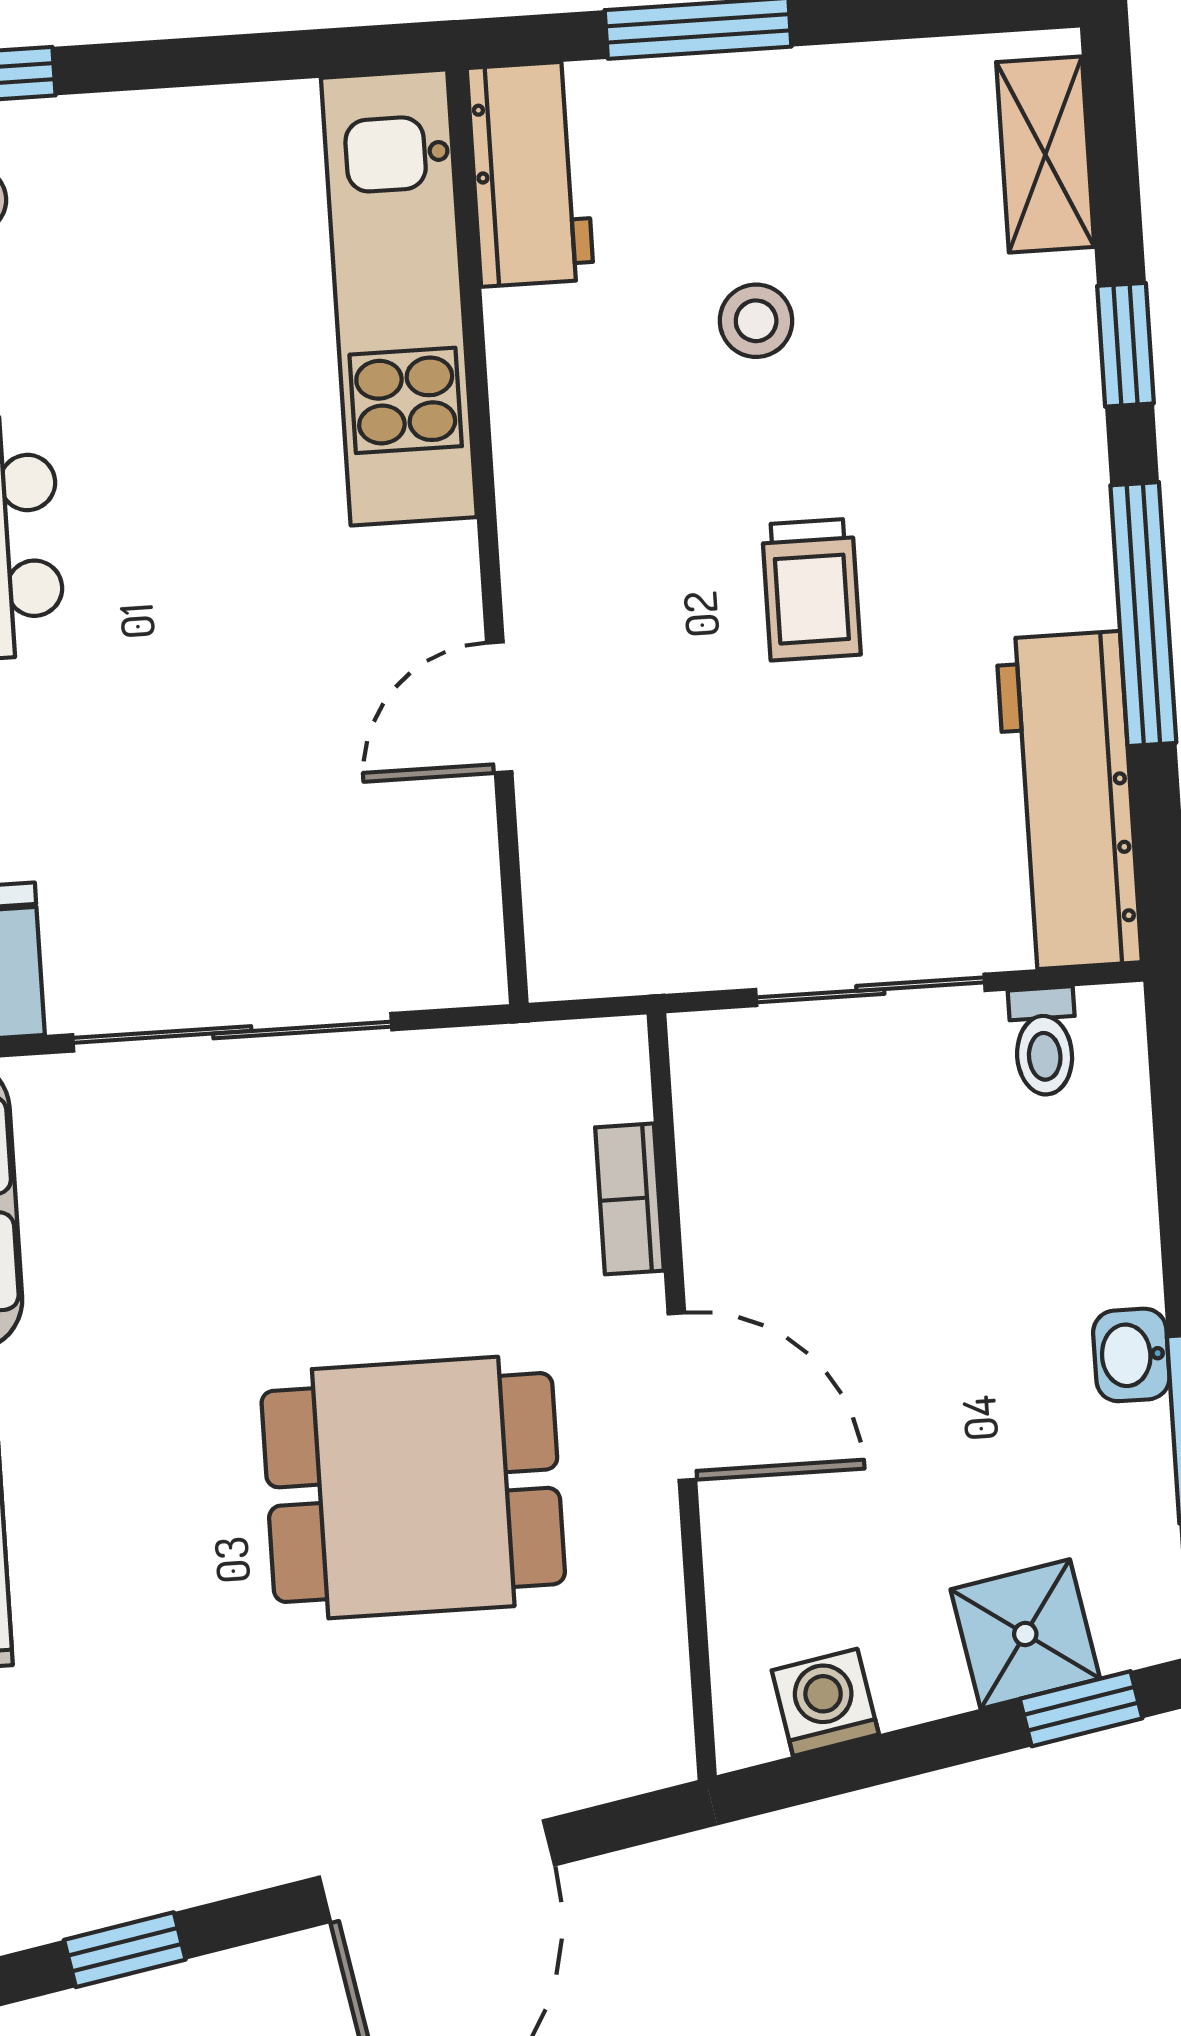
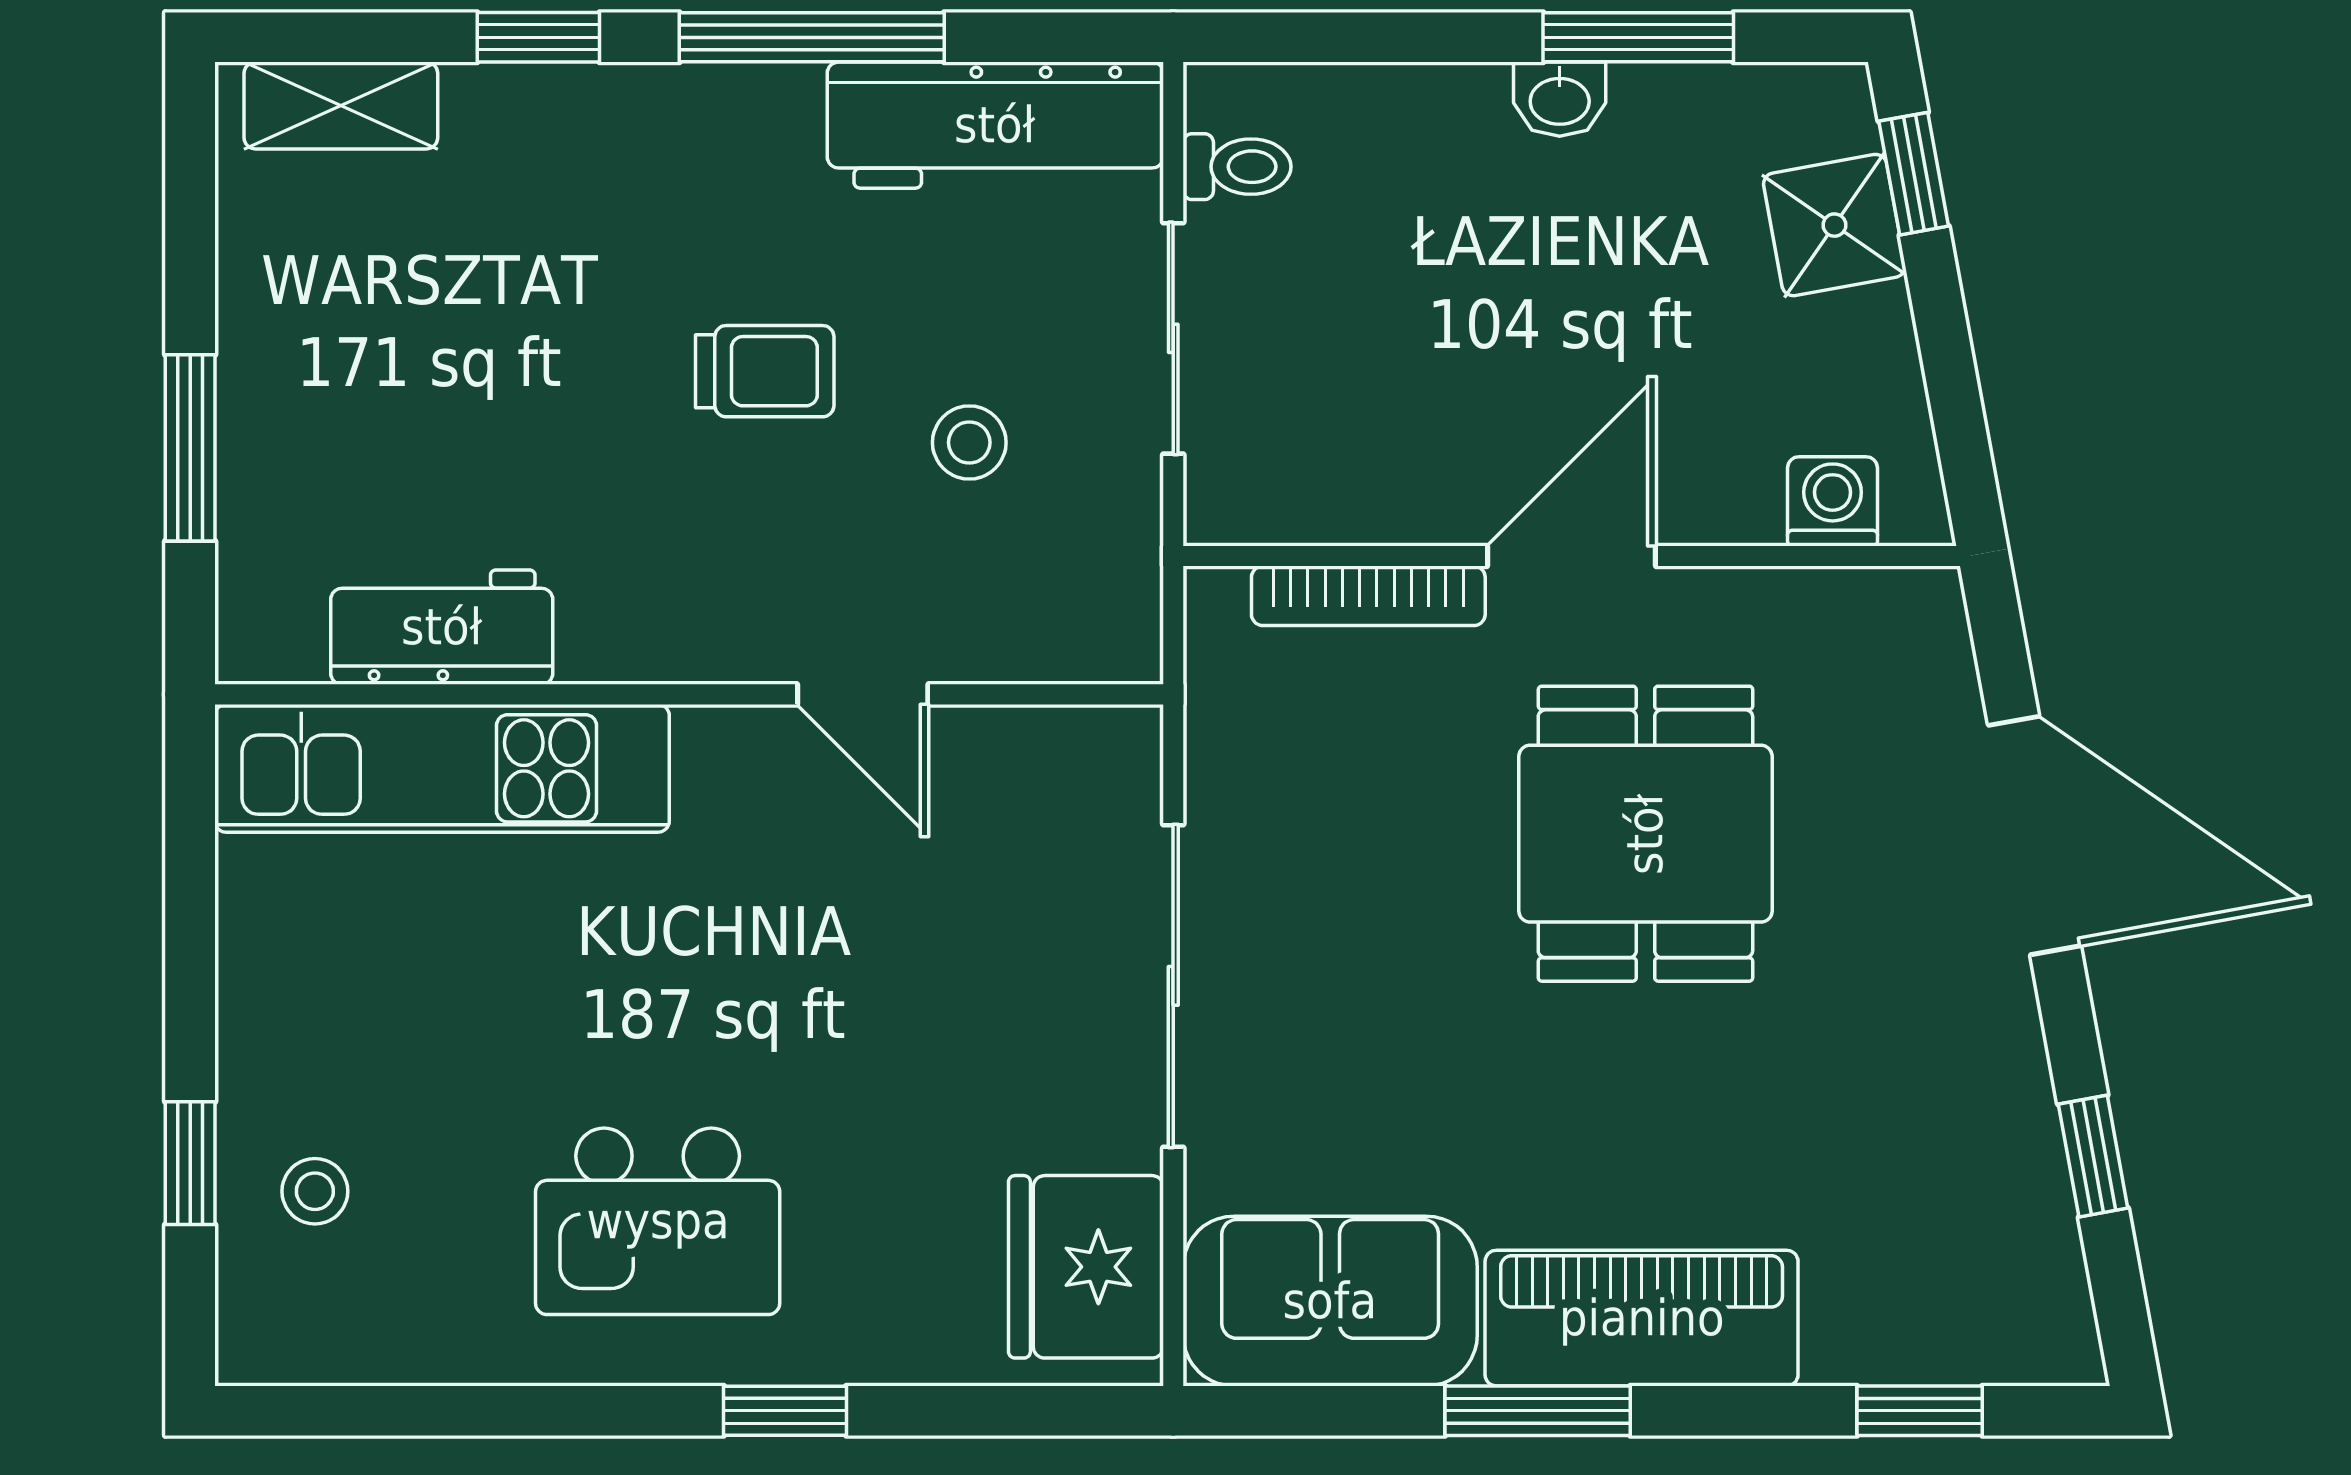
workbench: (530, 174) -> (442, 627), moved
stool: (756, 321) -> (969, 443), moved
bookcase: (629, 1199) -> (1368, 596), width x1.56
washing machine: (825, 1702) -> (1833, 501), moved, turned 100

